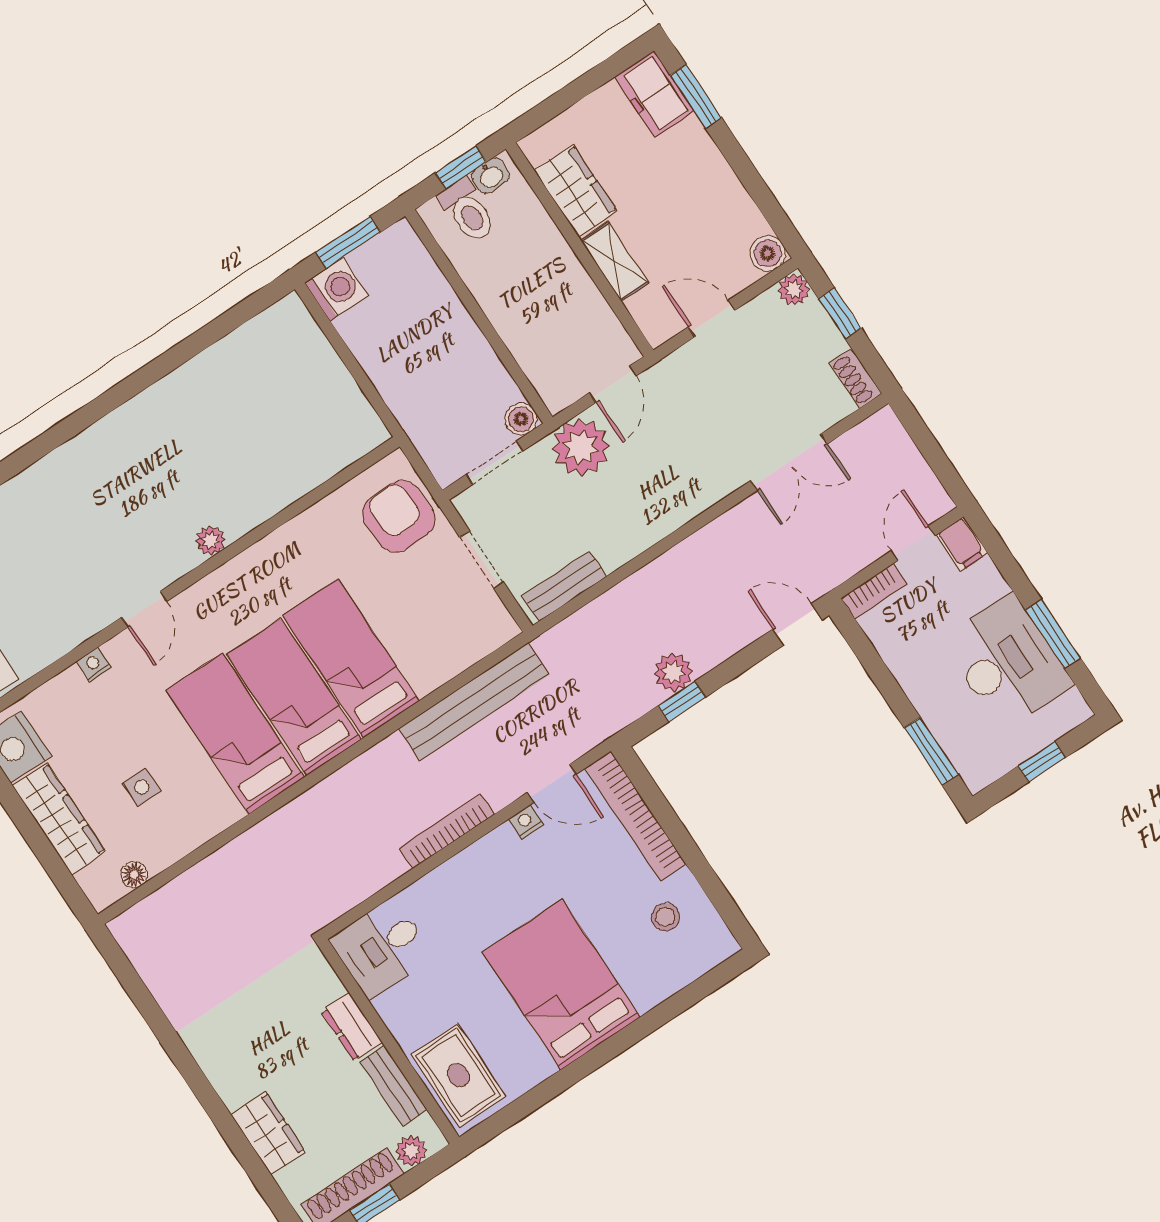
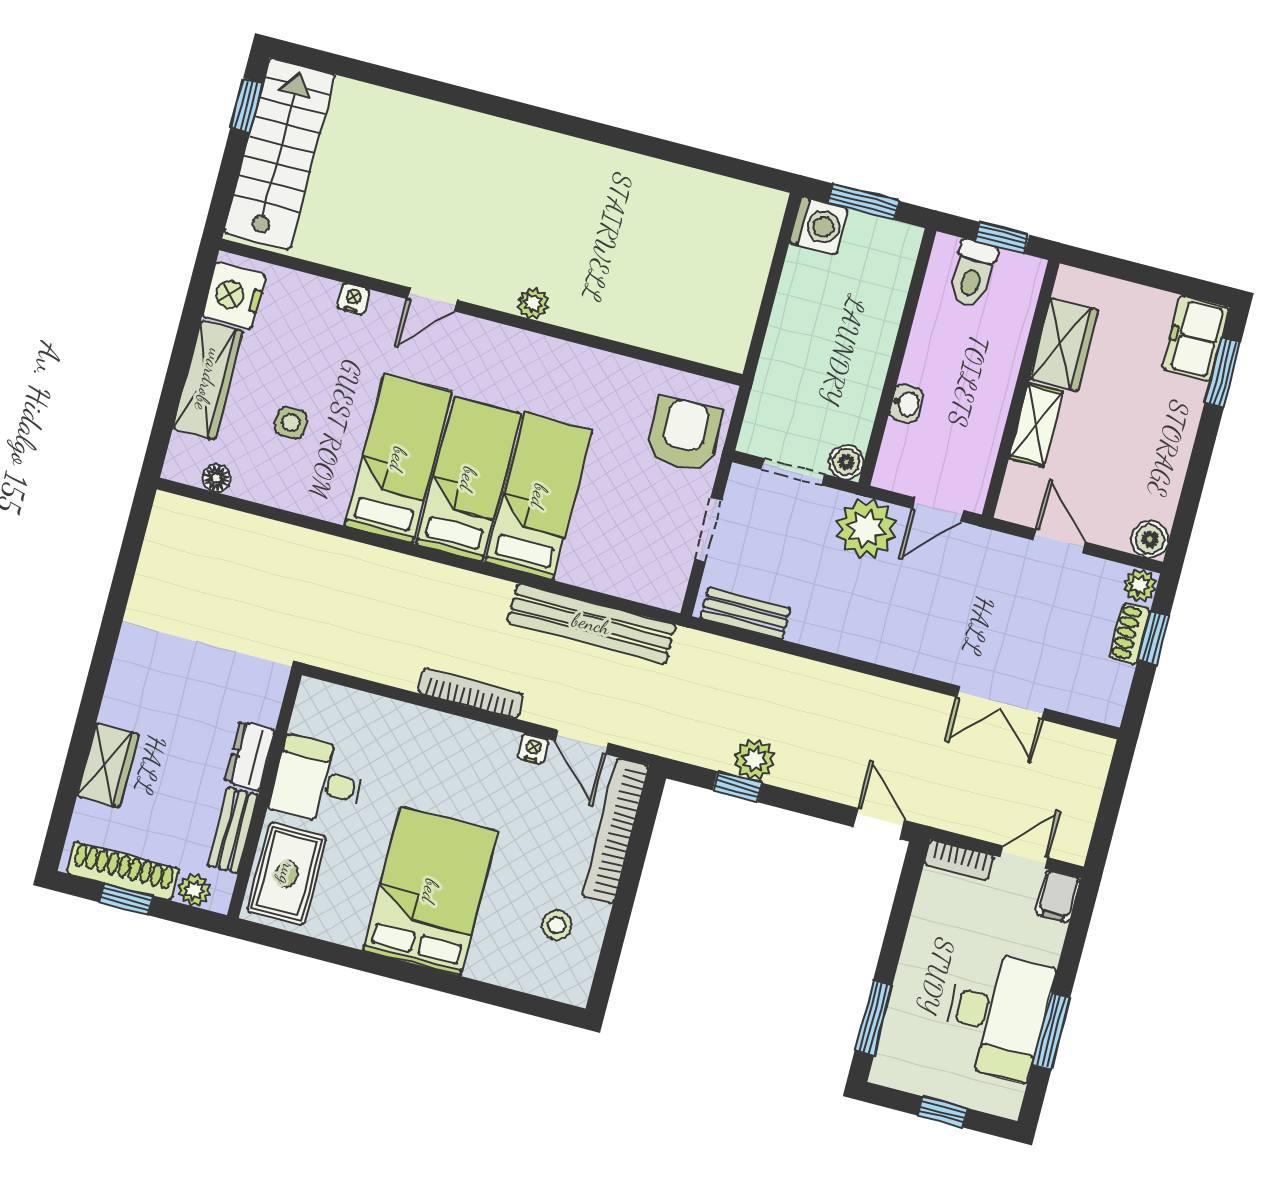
washbasin: (491, 176) -> (907, 404), moved, turned -90
shoe rack: (856, 378) -> (1130, 633), moved
desk: (381, 948) -> (318, 781), moved

